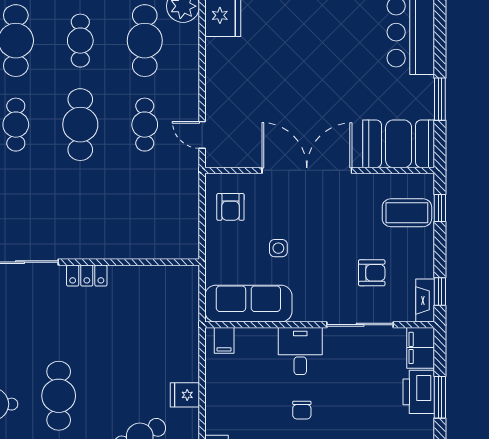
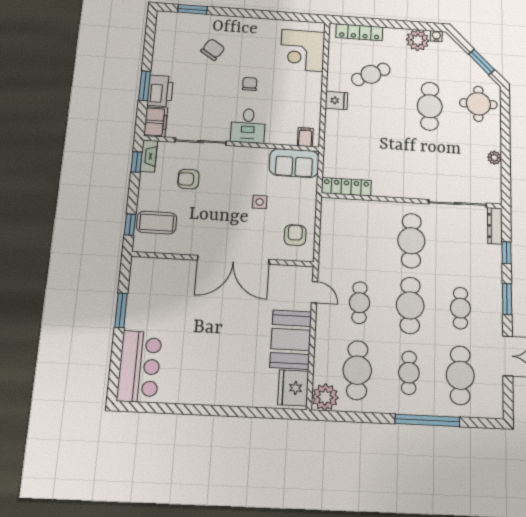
booth: (399, 144) -> (291, 339), moved, turned 90
cafe table: (80, 209) -> (411, 241), added
locker: (87, 276) -> (346, 187), moved, width x1.53
sofa: (248, 304) -> (294, 163), width x0.73

